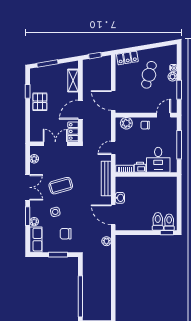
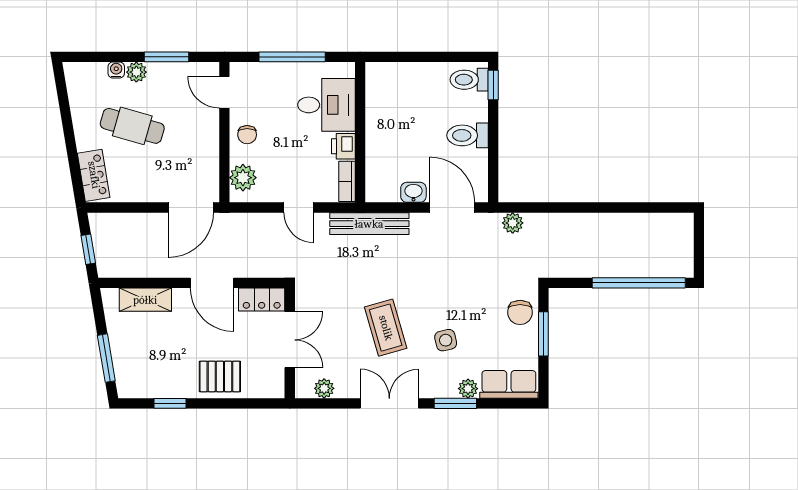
pallet: (40, 102) -> (220, 376), moved
double door: (55, 144) -> (290, 340), swing flipped
door: (113, 215) -> (452, 207), swing flipped
toilet: (158, 221) -> (468, 135), moved
chair: (66, 234) -> (520, 312), moved

